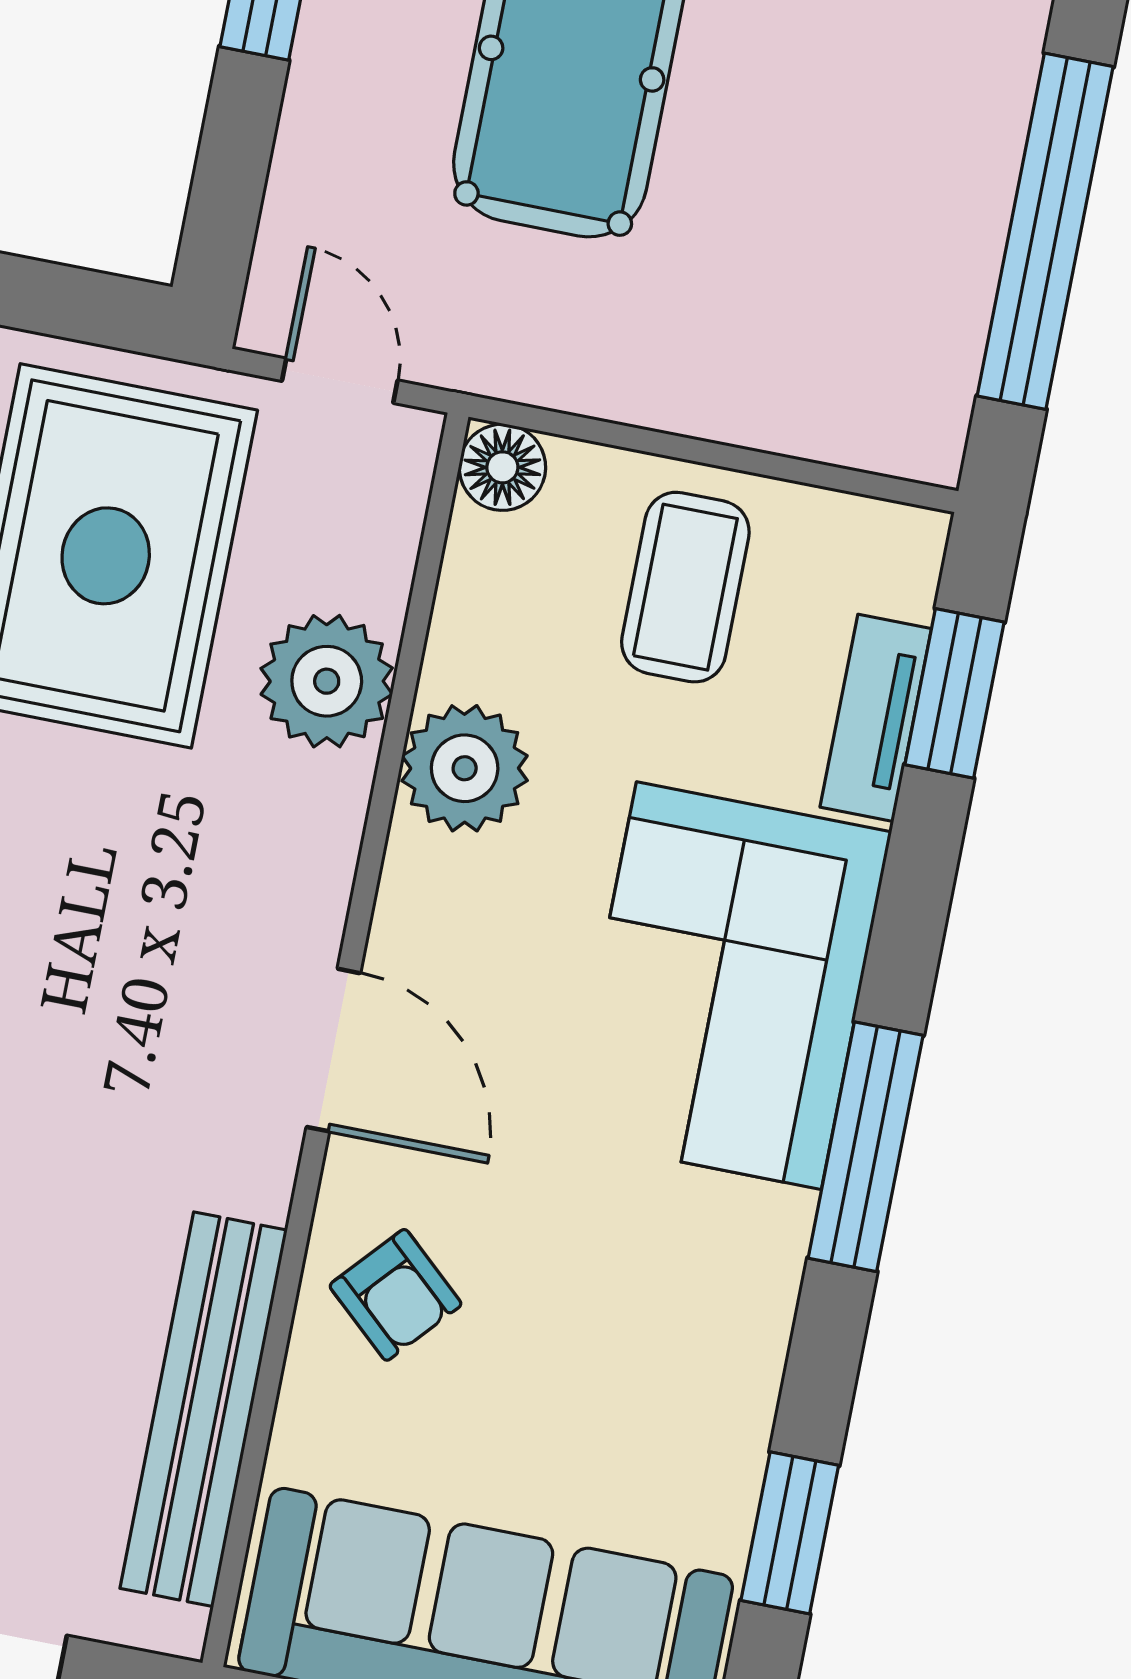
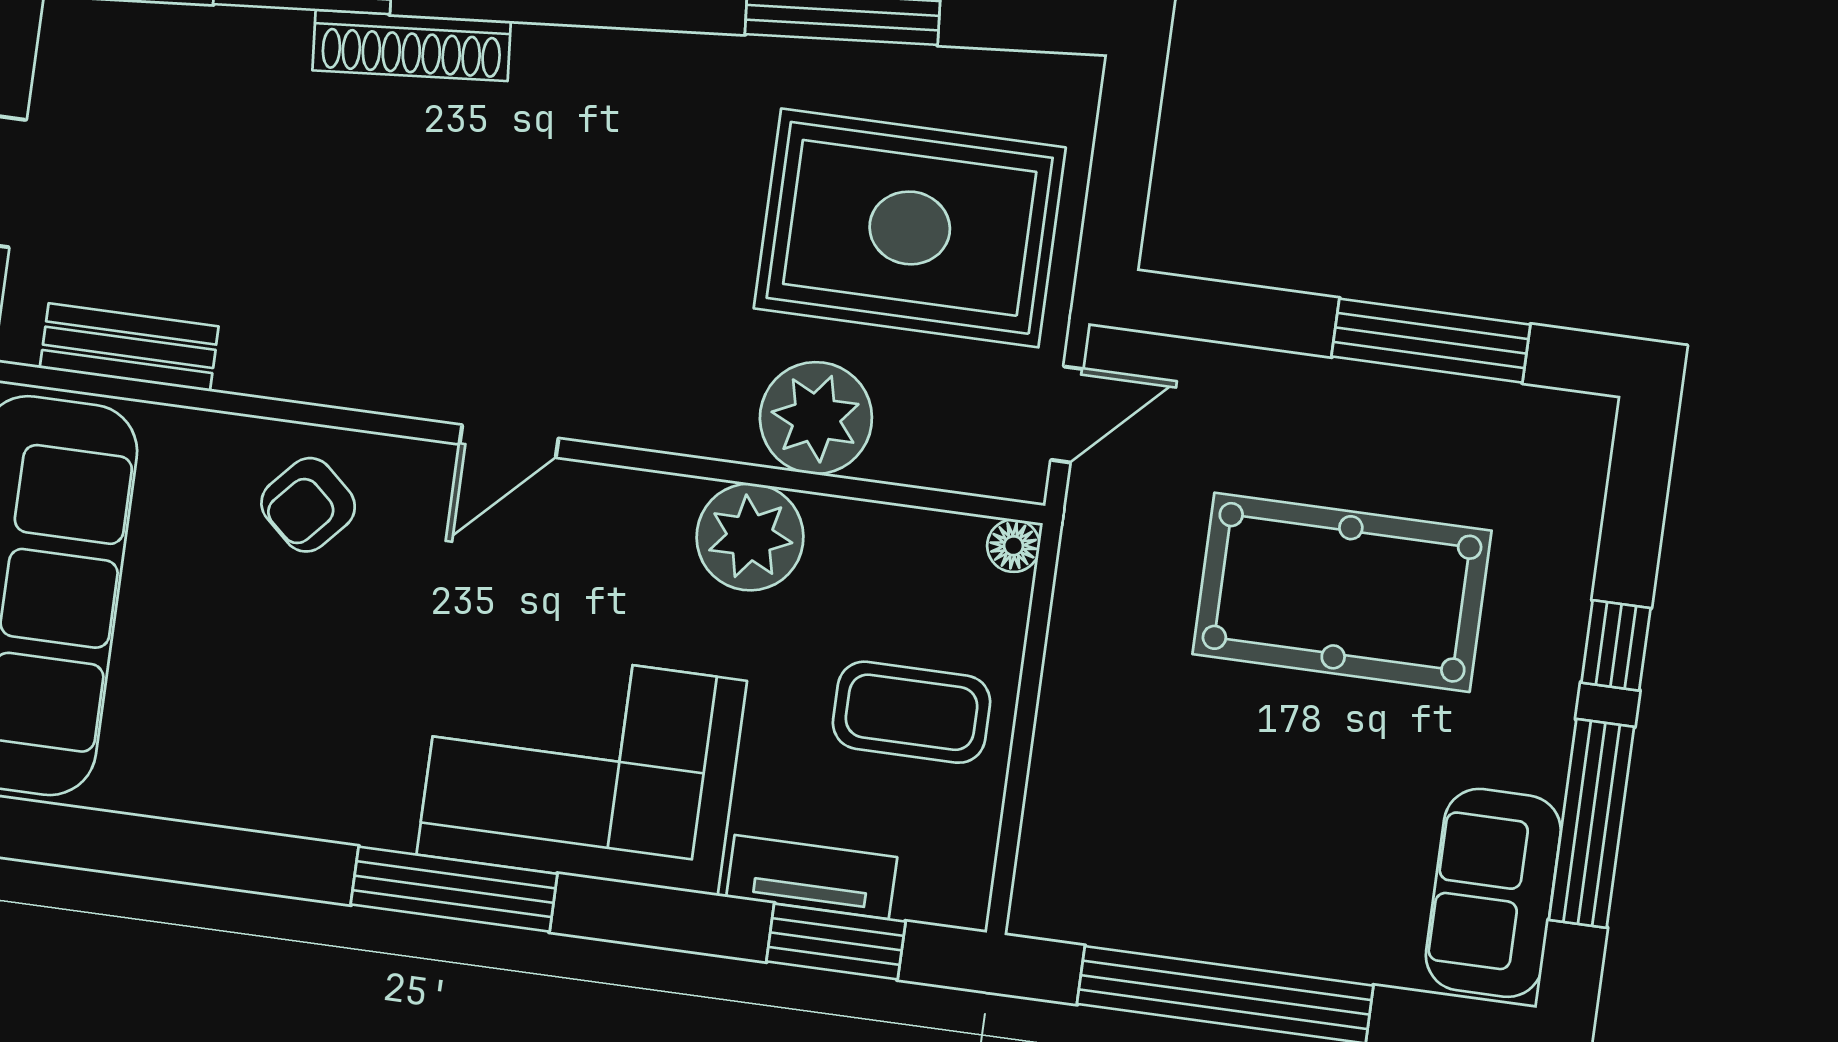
floor lamp: (502, 467) -> (1013, 546), width x0.73, depth x0.73
door: (333, 1050) -> (509, 441), width x0.73
bench: (204, 1409) -> (129, 347), width x0.54, depth x0.82
window: (790, 1533) -> (129, 845), removed

